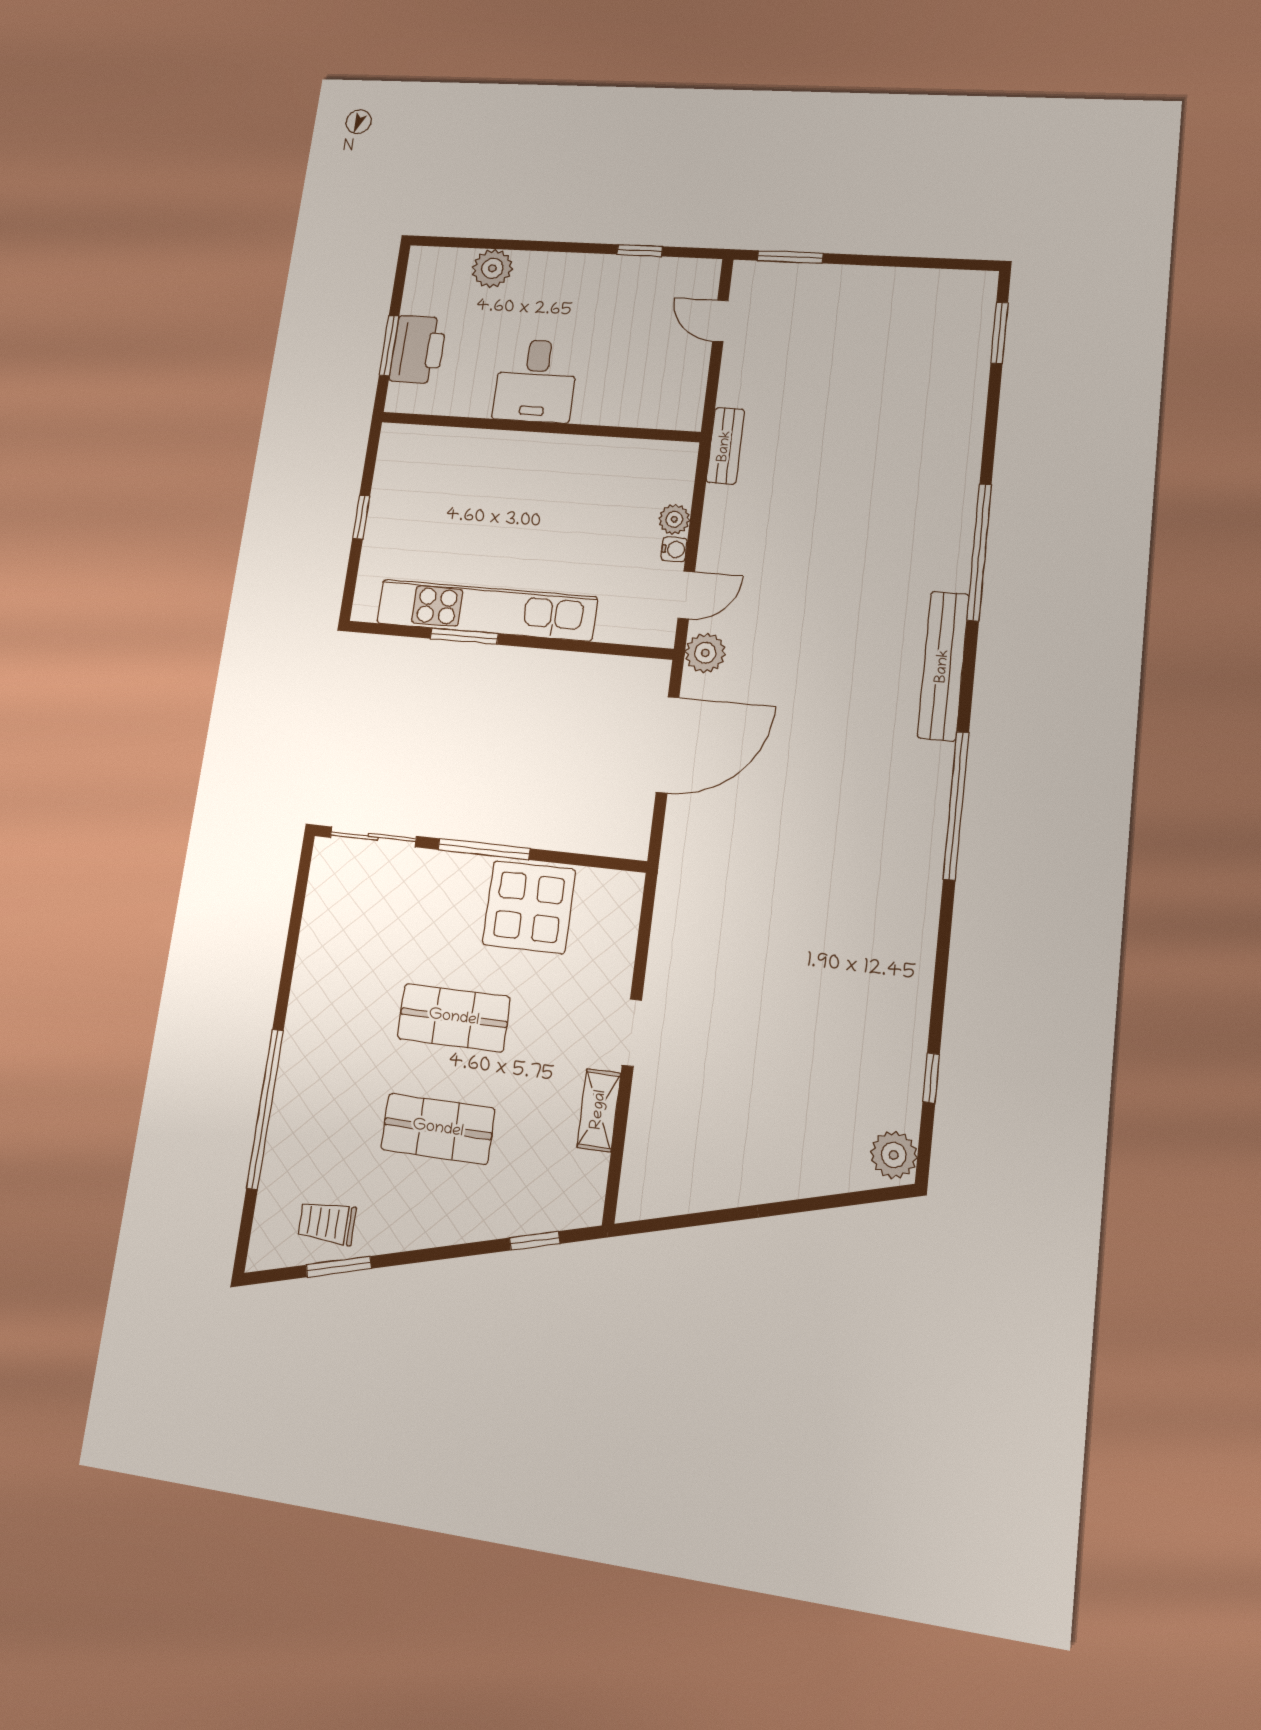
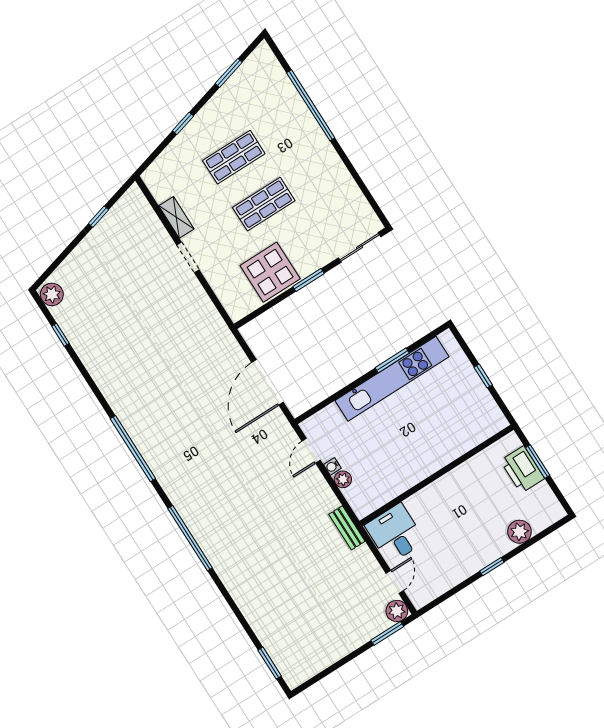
window: (640, 250) -> (492, 567), moved
door: (720, 321) -> (395, 582), hinge flipped
desk: (536, 381) -> (395, 533), moved
window: (979, 552) -> (190, 538), moved
plant: (705, 653) -> (397, 611), moved
bench: (943, 666) -> (182, 502), removed
window: (484, 849) -> (308, 280), width x0.69
window: (718, 1216) -> (99, 217), added
trolley: (327, 1223) -> (248, 85), removed
window: (535, 1241) -> (183, 123), moved

